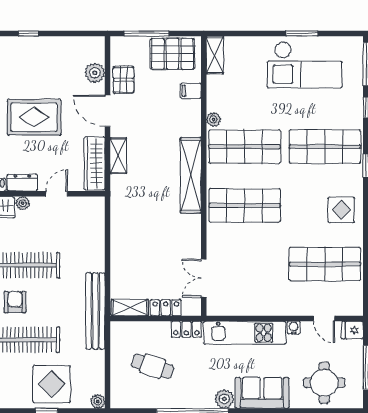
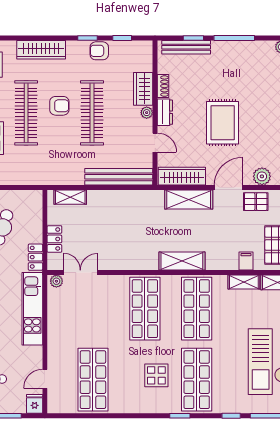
shelving: (214, 93) -> (244, 282), added
plant: (213, 119) -> (56, 281), moved
shelving: (118, 156) -> (189, 199), width x1.50, depth x1.33
shelving: (191, 175) -> (182, 261), width x0.68
display table: (341, 210) -> (156, 375), moved
shelving: (130, 308) -> (70, 197), moved, turned 90
bench: (95, 311) -> (119, 177), moved
water cooler: (294, 328) -> (37, 352), removed

